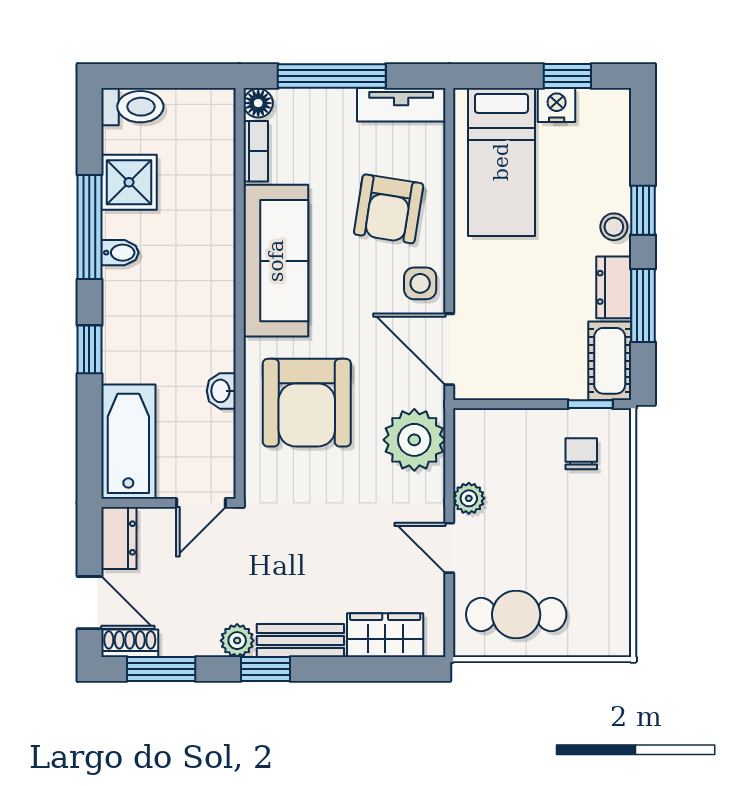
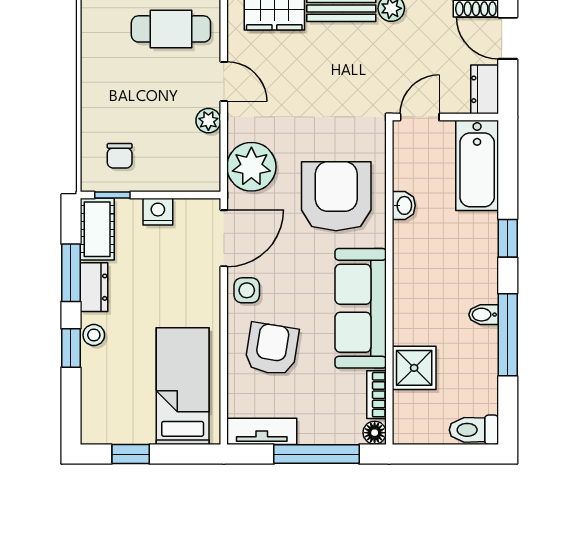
nightstand: (557, 105) -> (158, 212), moved, turned 180
shower: (129, 182) -> (414, 368), moved
door: (449, 349) -> (224, 238), hinge flipped

